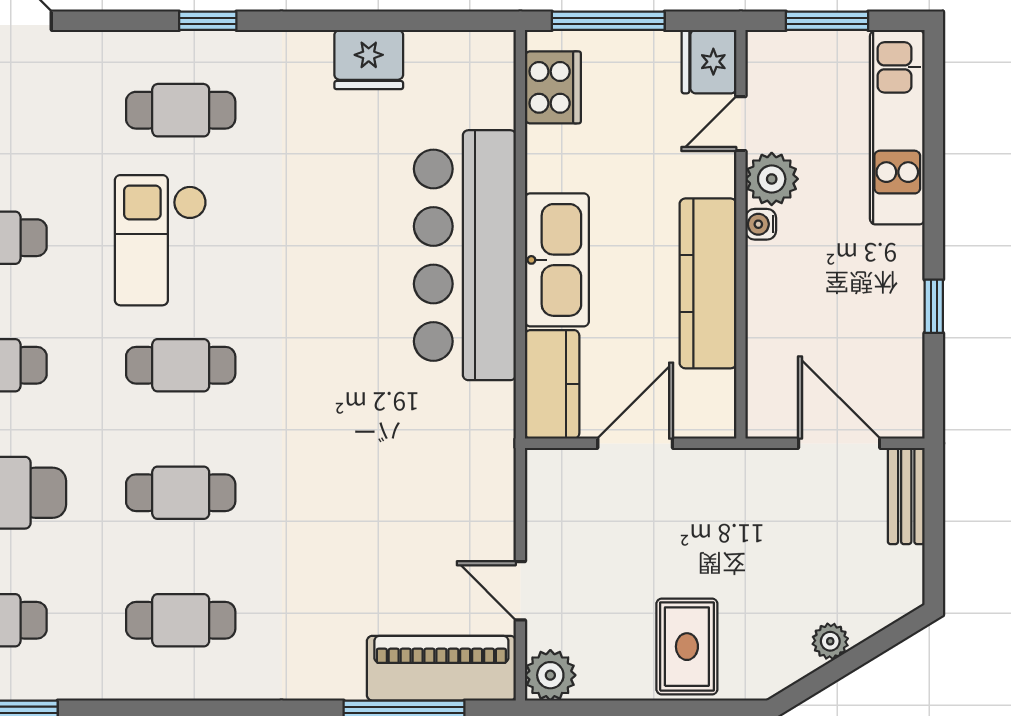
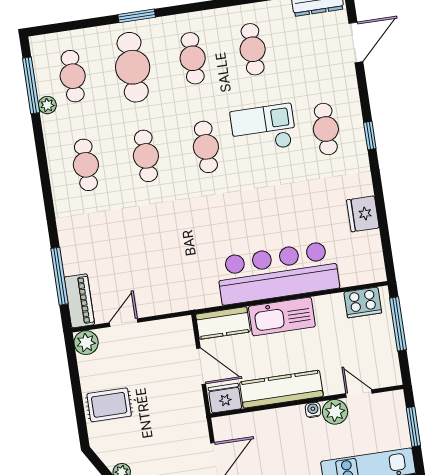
fridge: (709, 62) -> (225, 398), moved
piano: (441, 668) -> (79, 301), width x0.73, depth x0.75
plant: (44, 682) -> (47, 105), added

